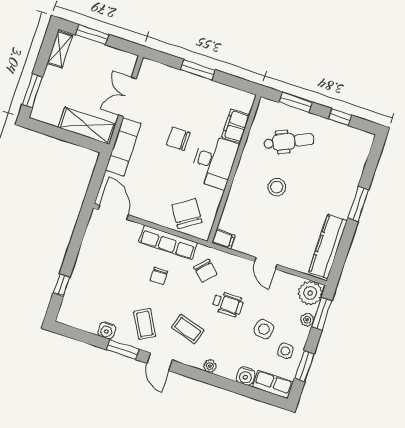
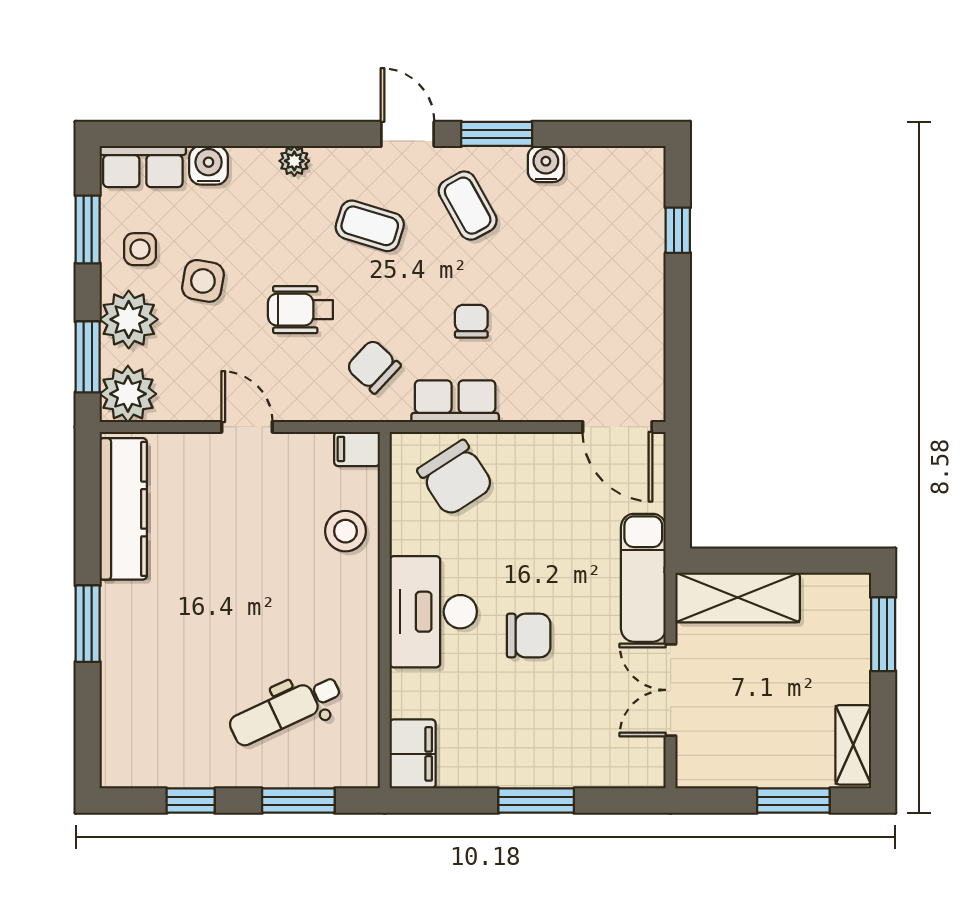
double door: (127, 97) -> (671, 690), swing flipped
filing cabinet: (236, 126) -> (413, 754), moved
stool: (277, 187) -> (345, 531), moved
row of seats: (168, 242) -> (455, 401), width x0.68
plant: (307, 320) -> (129, 319), width x1.88, depth x1.88

